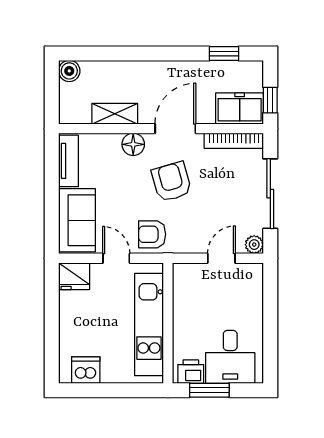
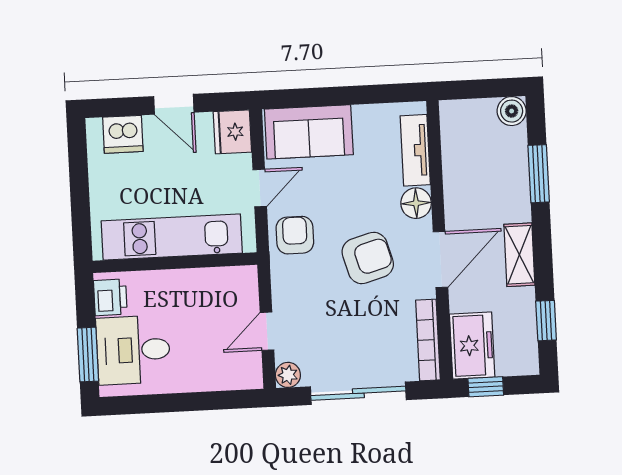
window: (116, 53) -> (539, 174), added
shelving: (115, 114) -> (519, 255), moved
door: (175, 129) -> (440, 259), hinge flipped
tv unit: (68, 161) -> (415, 150), moved, turned 90
door: (221, 258) -> (267, 331), swing flipped
door: (52, 318) -> (174, 104), added
dishwasher: (86, 370) -> (123, 134), moved, turned 90
window: (209, 390) -> (88, 355), moved

